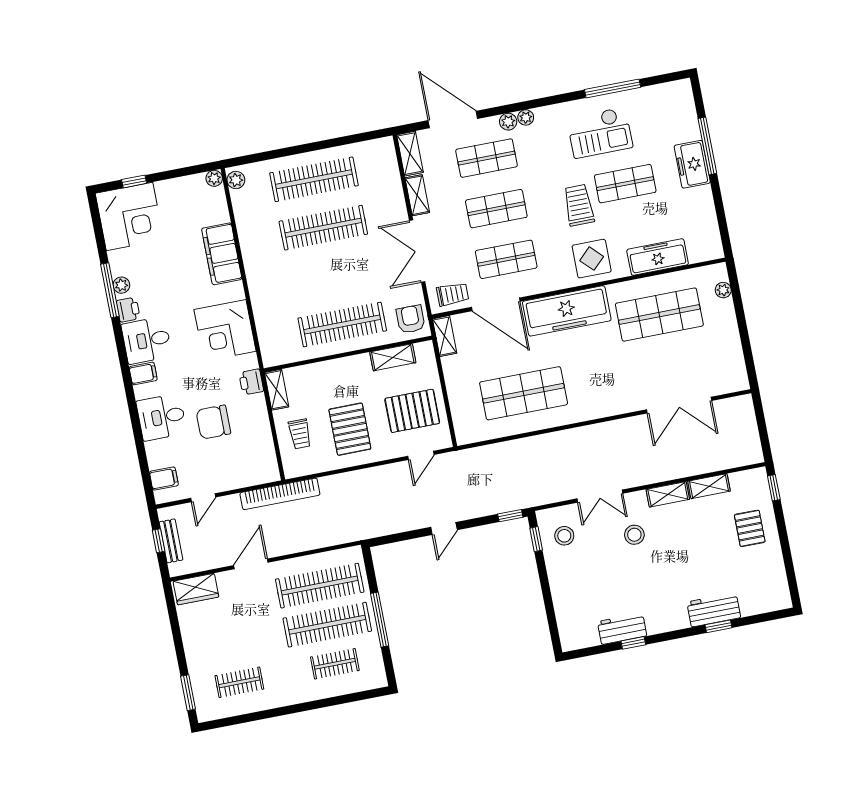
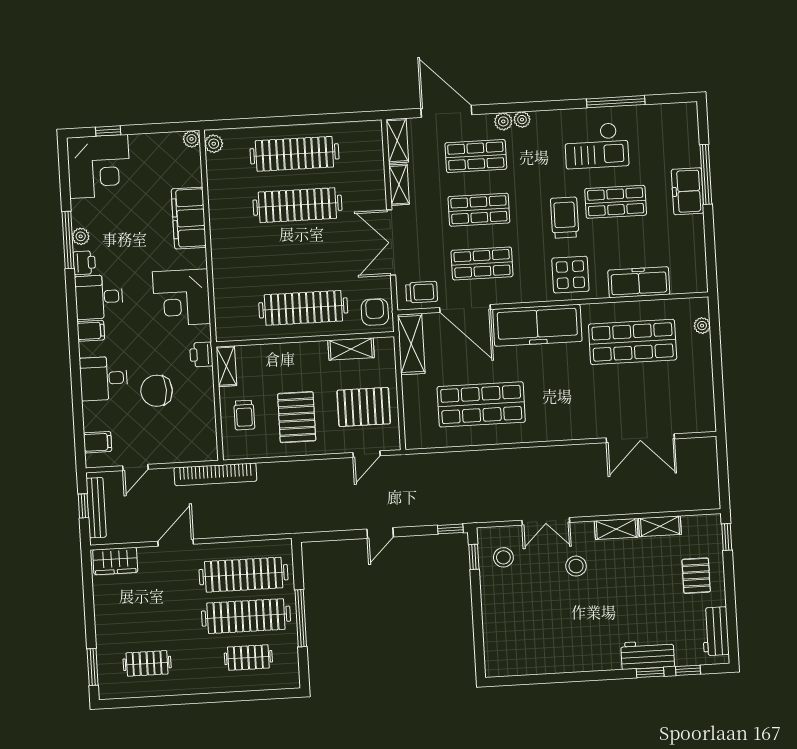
shelving: (445, 336) -> (411, 344), width x1.50, depth x1.33
bench: (171, 541) -> (96, 508), width x1.36
workbench: (622, 629) -> (715, 631), moved, turned -90
window: (633, 643) -> (688, 670), moved

